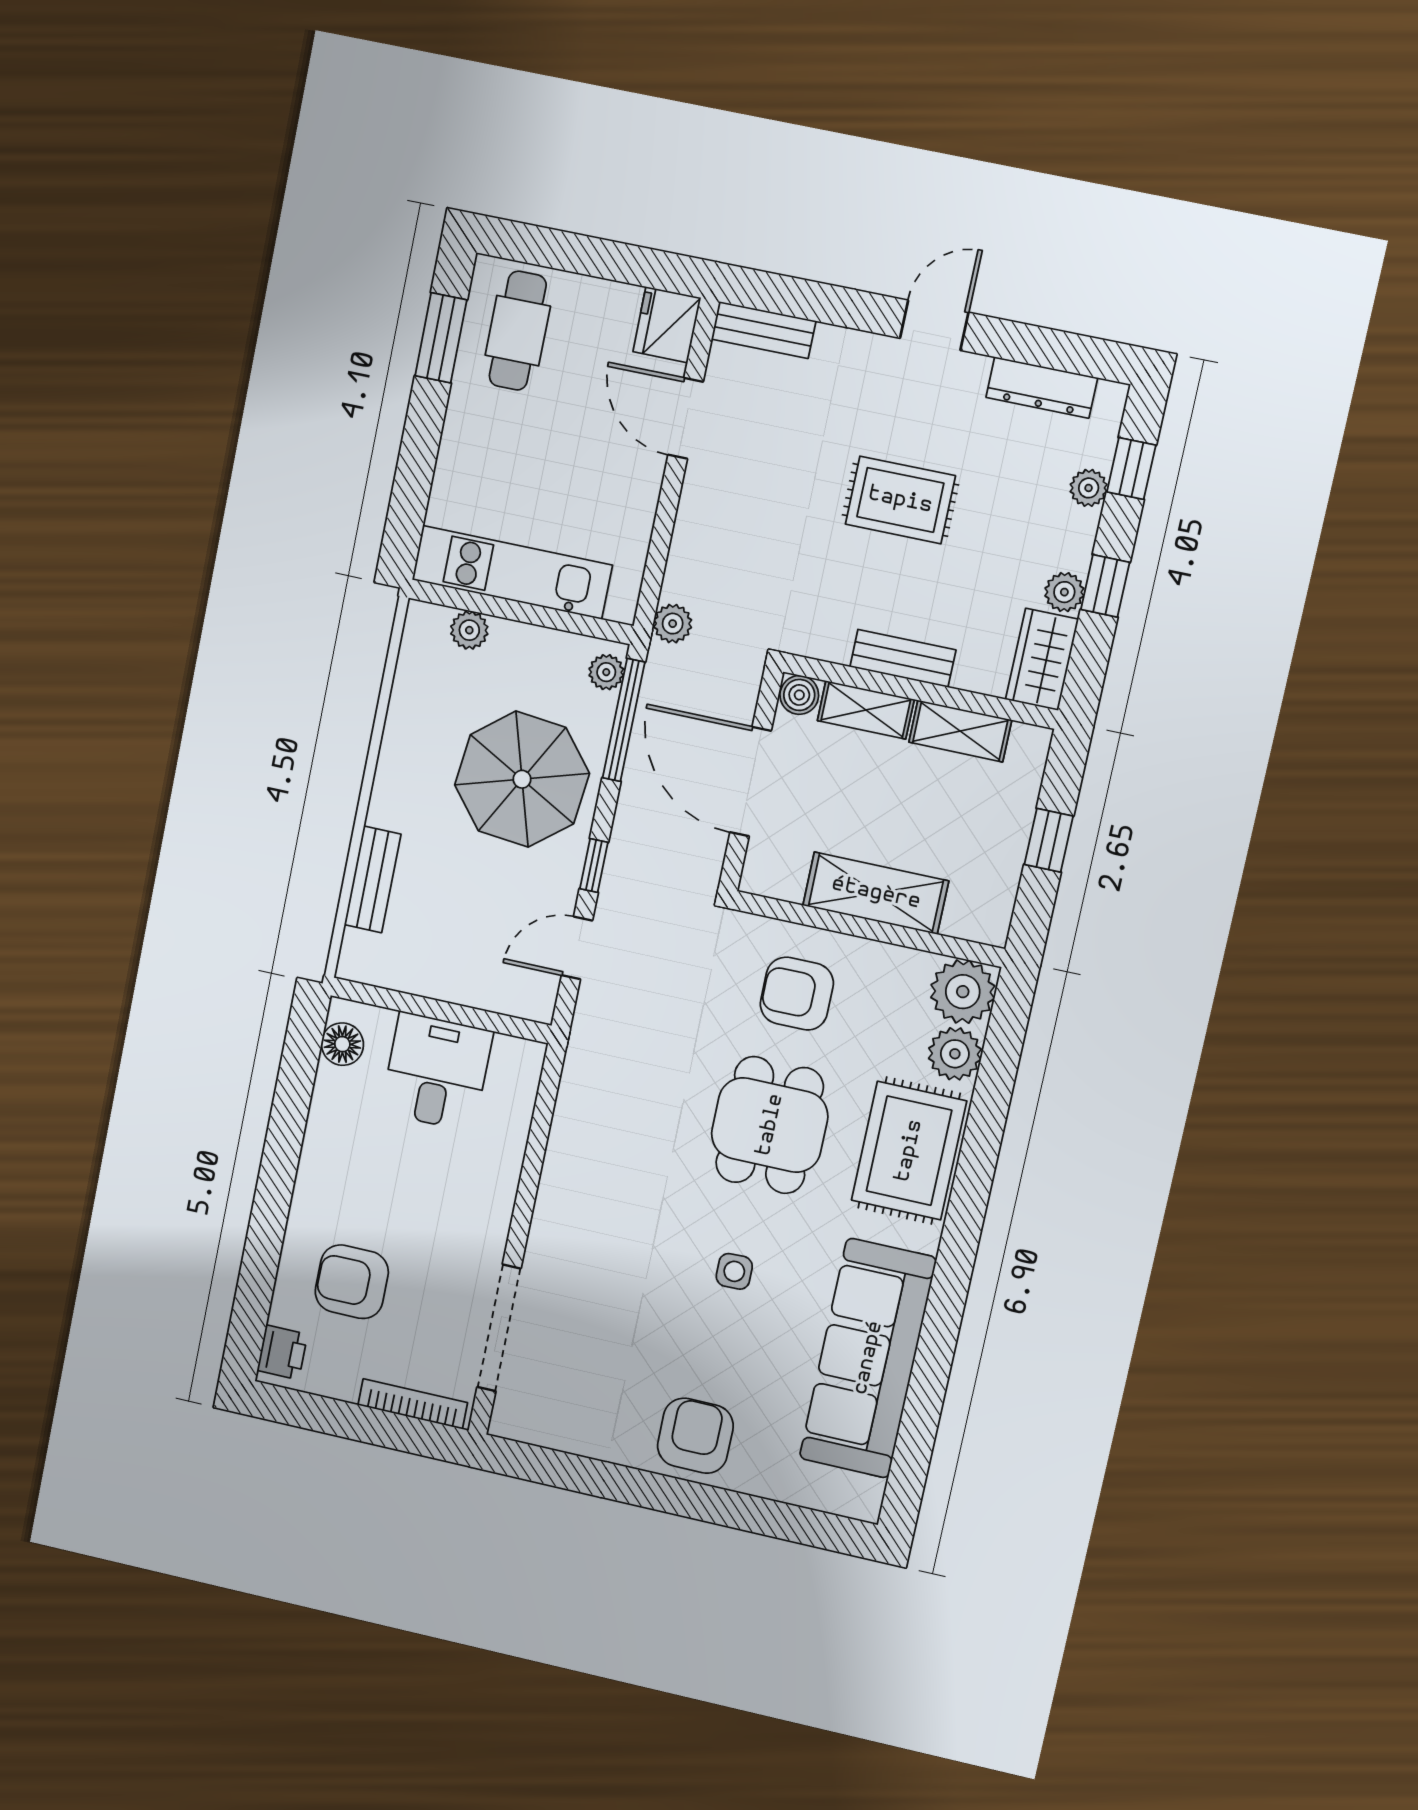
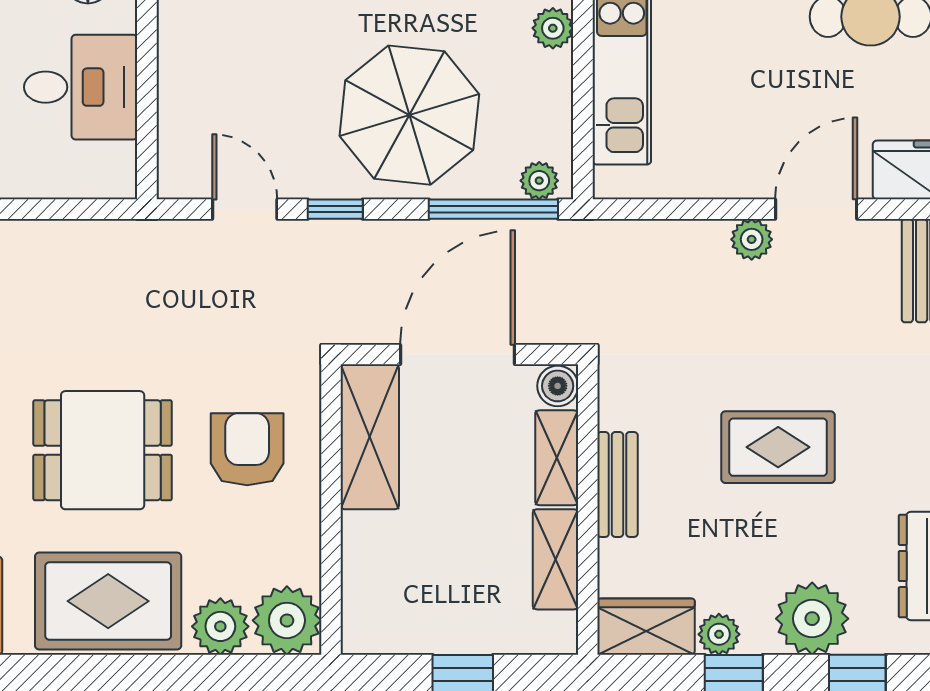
plant: (1089, 488) -> (812, 619), width x1.87, depth x1.87
rug: (900, 500) -> (778, 447), turned 90
plant: (673, 624) -> (752, 239), moved
shelving: (876, 893) -> (370, 437), moved

